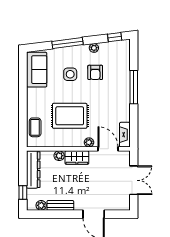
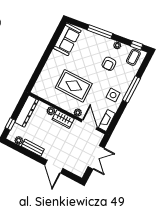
side table: (70, 74) -> (113, 95), moved
coffee table: (35, 127) -> (133, 57), moved

